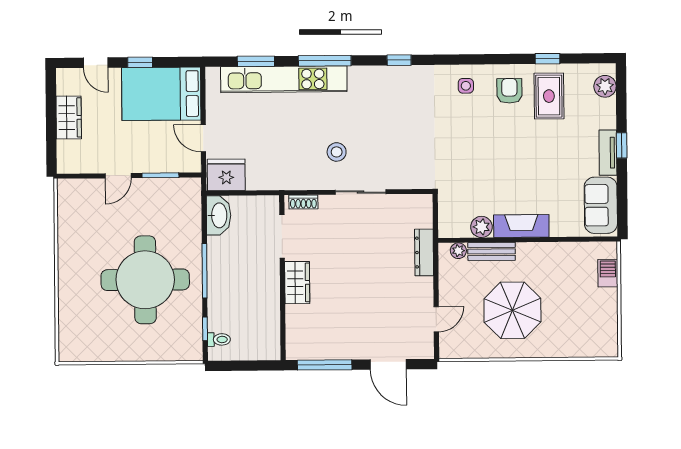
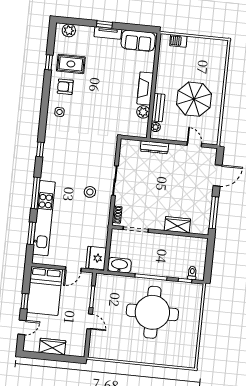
wardrobe: (297, 283) -> (177, 225), moved

